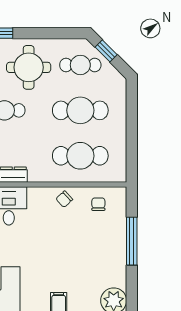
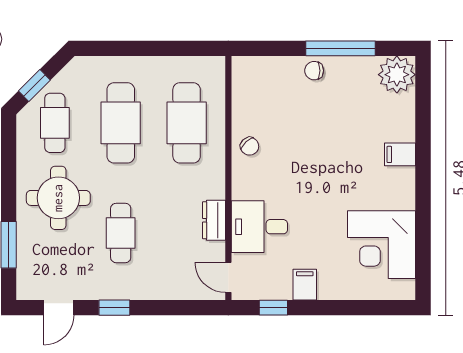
chair: (98, 204) -> (314, 71), moved
window: (132, 241) -> (341, 48), moved

